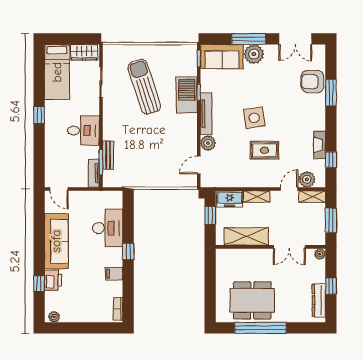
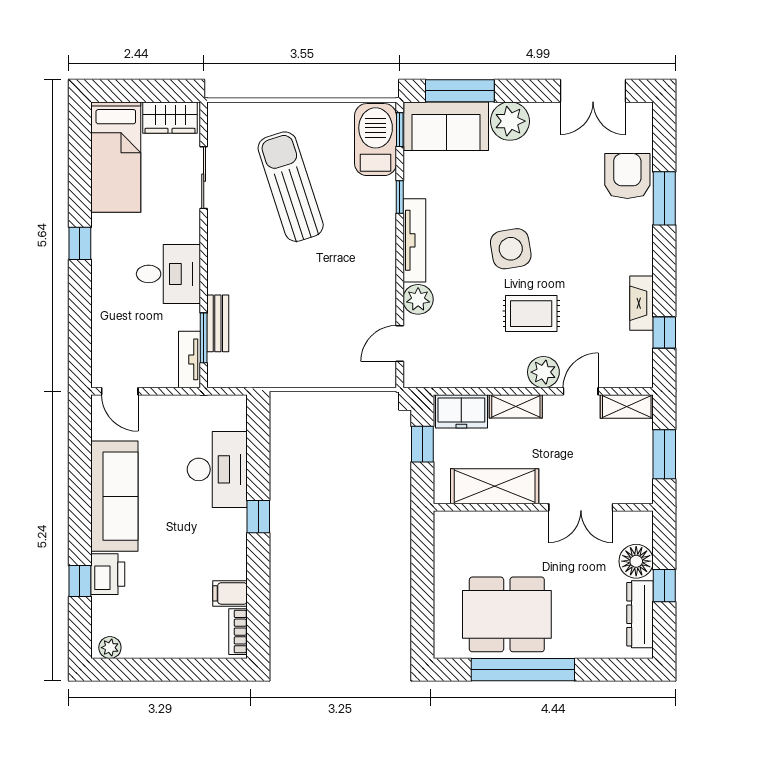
window: (249, 39) -> (460, 91), moved
armchair: (312, 82) -> (627, 176), turned 90
barbecue: (187, 95) -> (376, 140), moved
plant: (307, 179) -> (543, 372), moved
plant: (320, 254) -> (642, 522), removed
filing cabinet: (114, 274) -> (230, 593), moved
floor lamp: (317, 274) -> (636, 561), added

